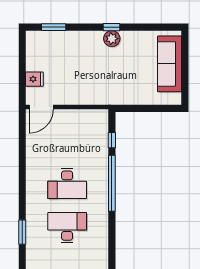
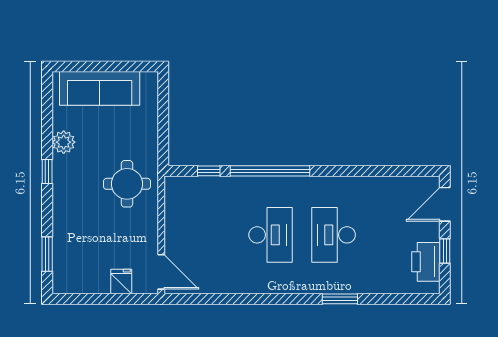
plant: (112, 39) -> (64, 142), moved
round table: (103, 83) -> (127, 184), added

